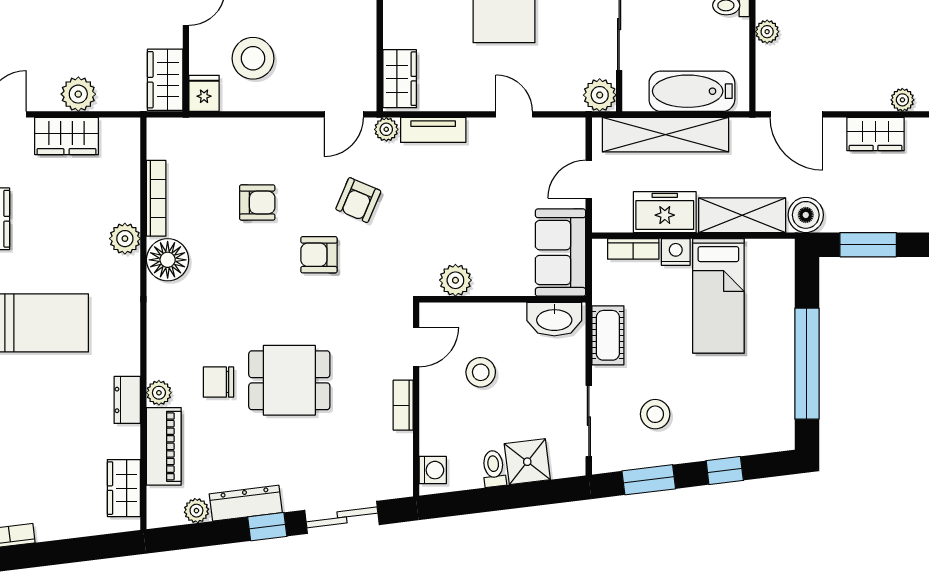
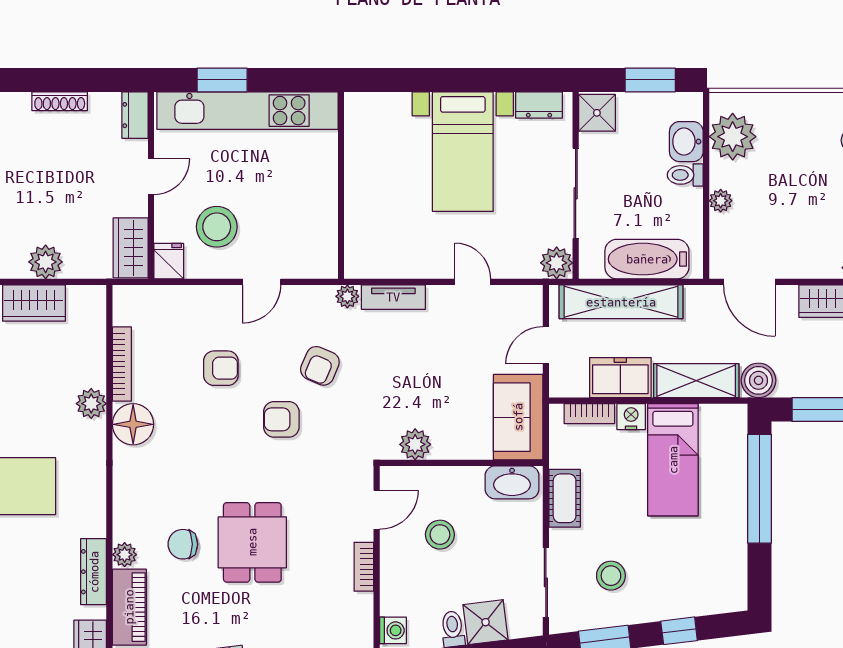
wardrobe: (400, 79) -> (360, 247), removed
door: (344, 114) -> (262, 282), moved
window: (807, 364) -> (760, 489), moved
dining table: (289, 380) -> (252, 542), turned 90
dresser: (127, 400) -> (94, 572), width x1.44

